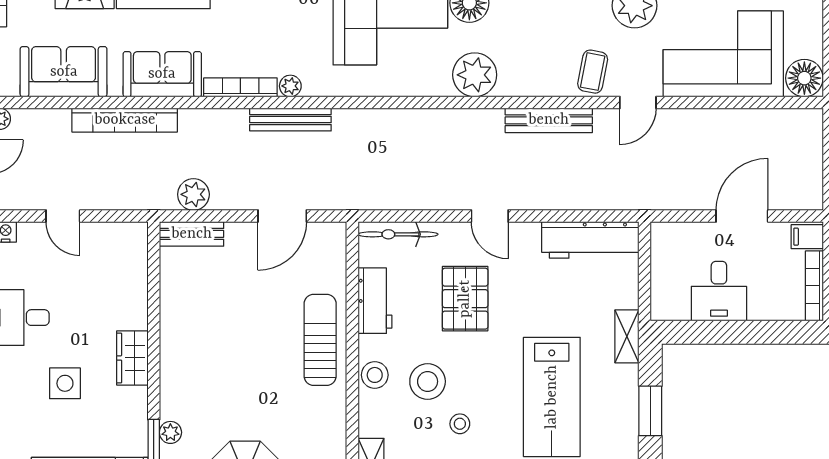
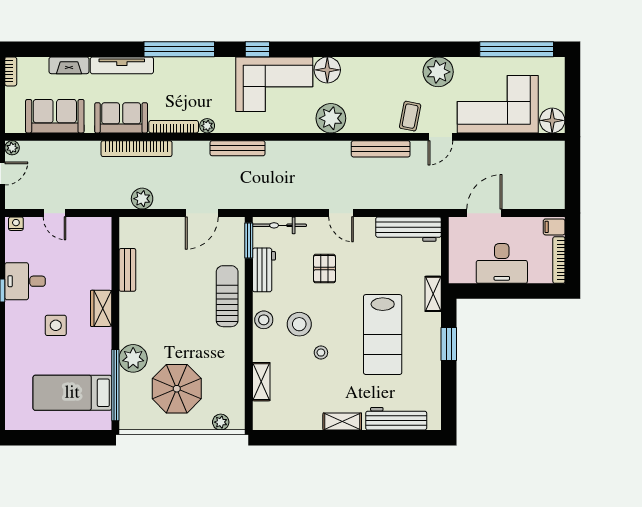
bookcase: (125, 120) -> (137, 149), moved
bench: (290, 120) -> (238, 148), moved
door: (742, 216) -> (484, 213), moved
bench: (192, 234) -> (127, 270), moved, turned 90
window: (352, 257) -> (249, 241), added
desk: (719, 291) -> (502, 263), width x1.37
pallet: (465, 299) -> (324, 269), width x0.67, depth x0.71
plant: (170, 432) -> (133, 358), width x1.87, depth x1.87

